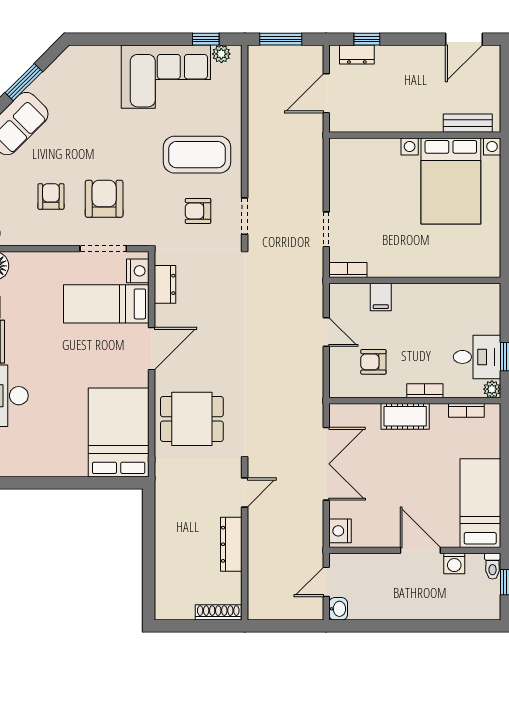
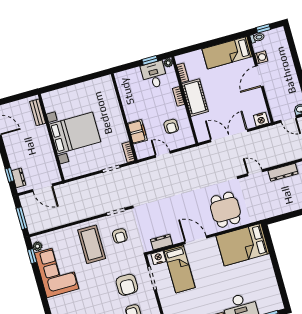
bed with nightstands: (451, 181) -> (75, 133), moved
armchair: (104, 199) -> (127, 285), turned -90
filing cabinet: (381, 297) -> (137, 132), width x2.00
door: (326, 332) -> (163, 154), hinge flipped
cot: (405, 416) -> (195, 98), width x1.37, depth x1.34

